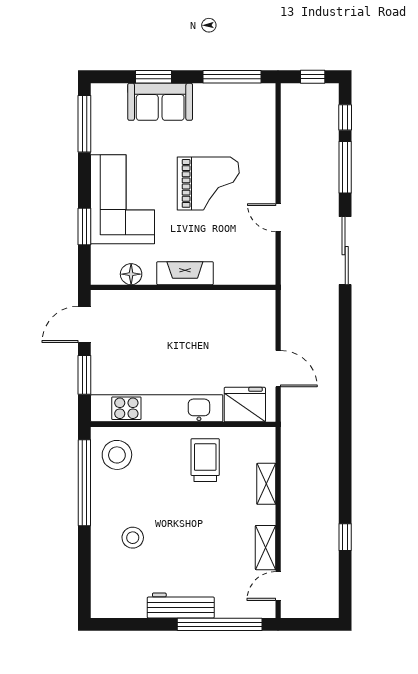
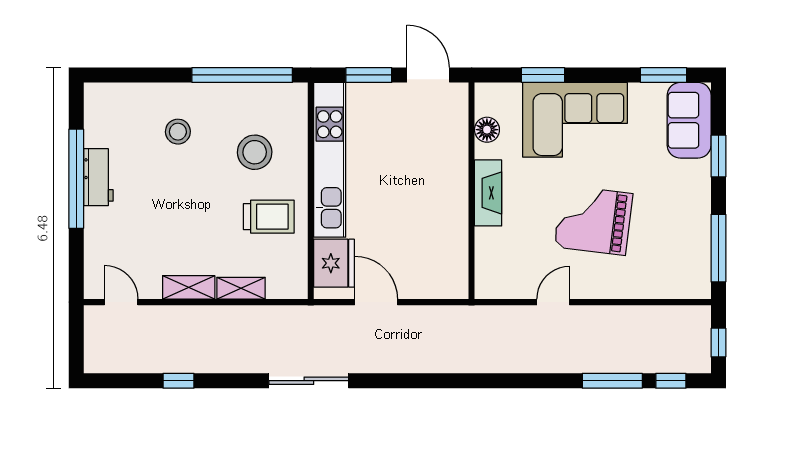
sofa: (160, 102) -> (689, 120), moved
window: (84, 124) -> (664, 75), width x0.69
grand piano: (208, 183) -> (593, 220), turned 97
sliding door: (345, 251) -> (309, 381), moved
door: (278, 369) -> (376, 302), swing flipped
stool: (117, 455) -> (255, 152), moved
shelving: (265, 548) -> (189, 287), moved
workbench: (181, 605) -> (98, 177), width x0.73
window: (220, 624) -> (76, 179), moved

